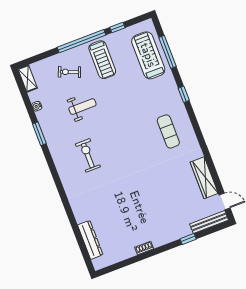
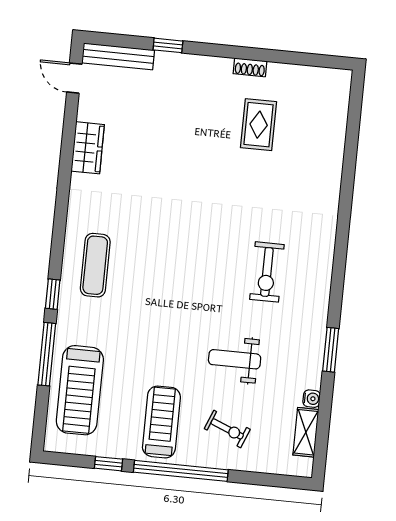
window: (168, 52) -> (47, 354), moved
shelving: (28, 78) -> (306, 432), moved
exercise mat: (168, 131) -> (95, 265), moved
wardrobe: (204, 178) -> (88, 148), width x0.67
rug: (127, 223) -> (259, 125), added
dresser: (90, 240) -> (334, 127), removed

